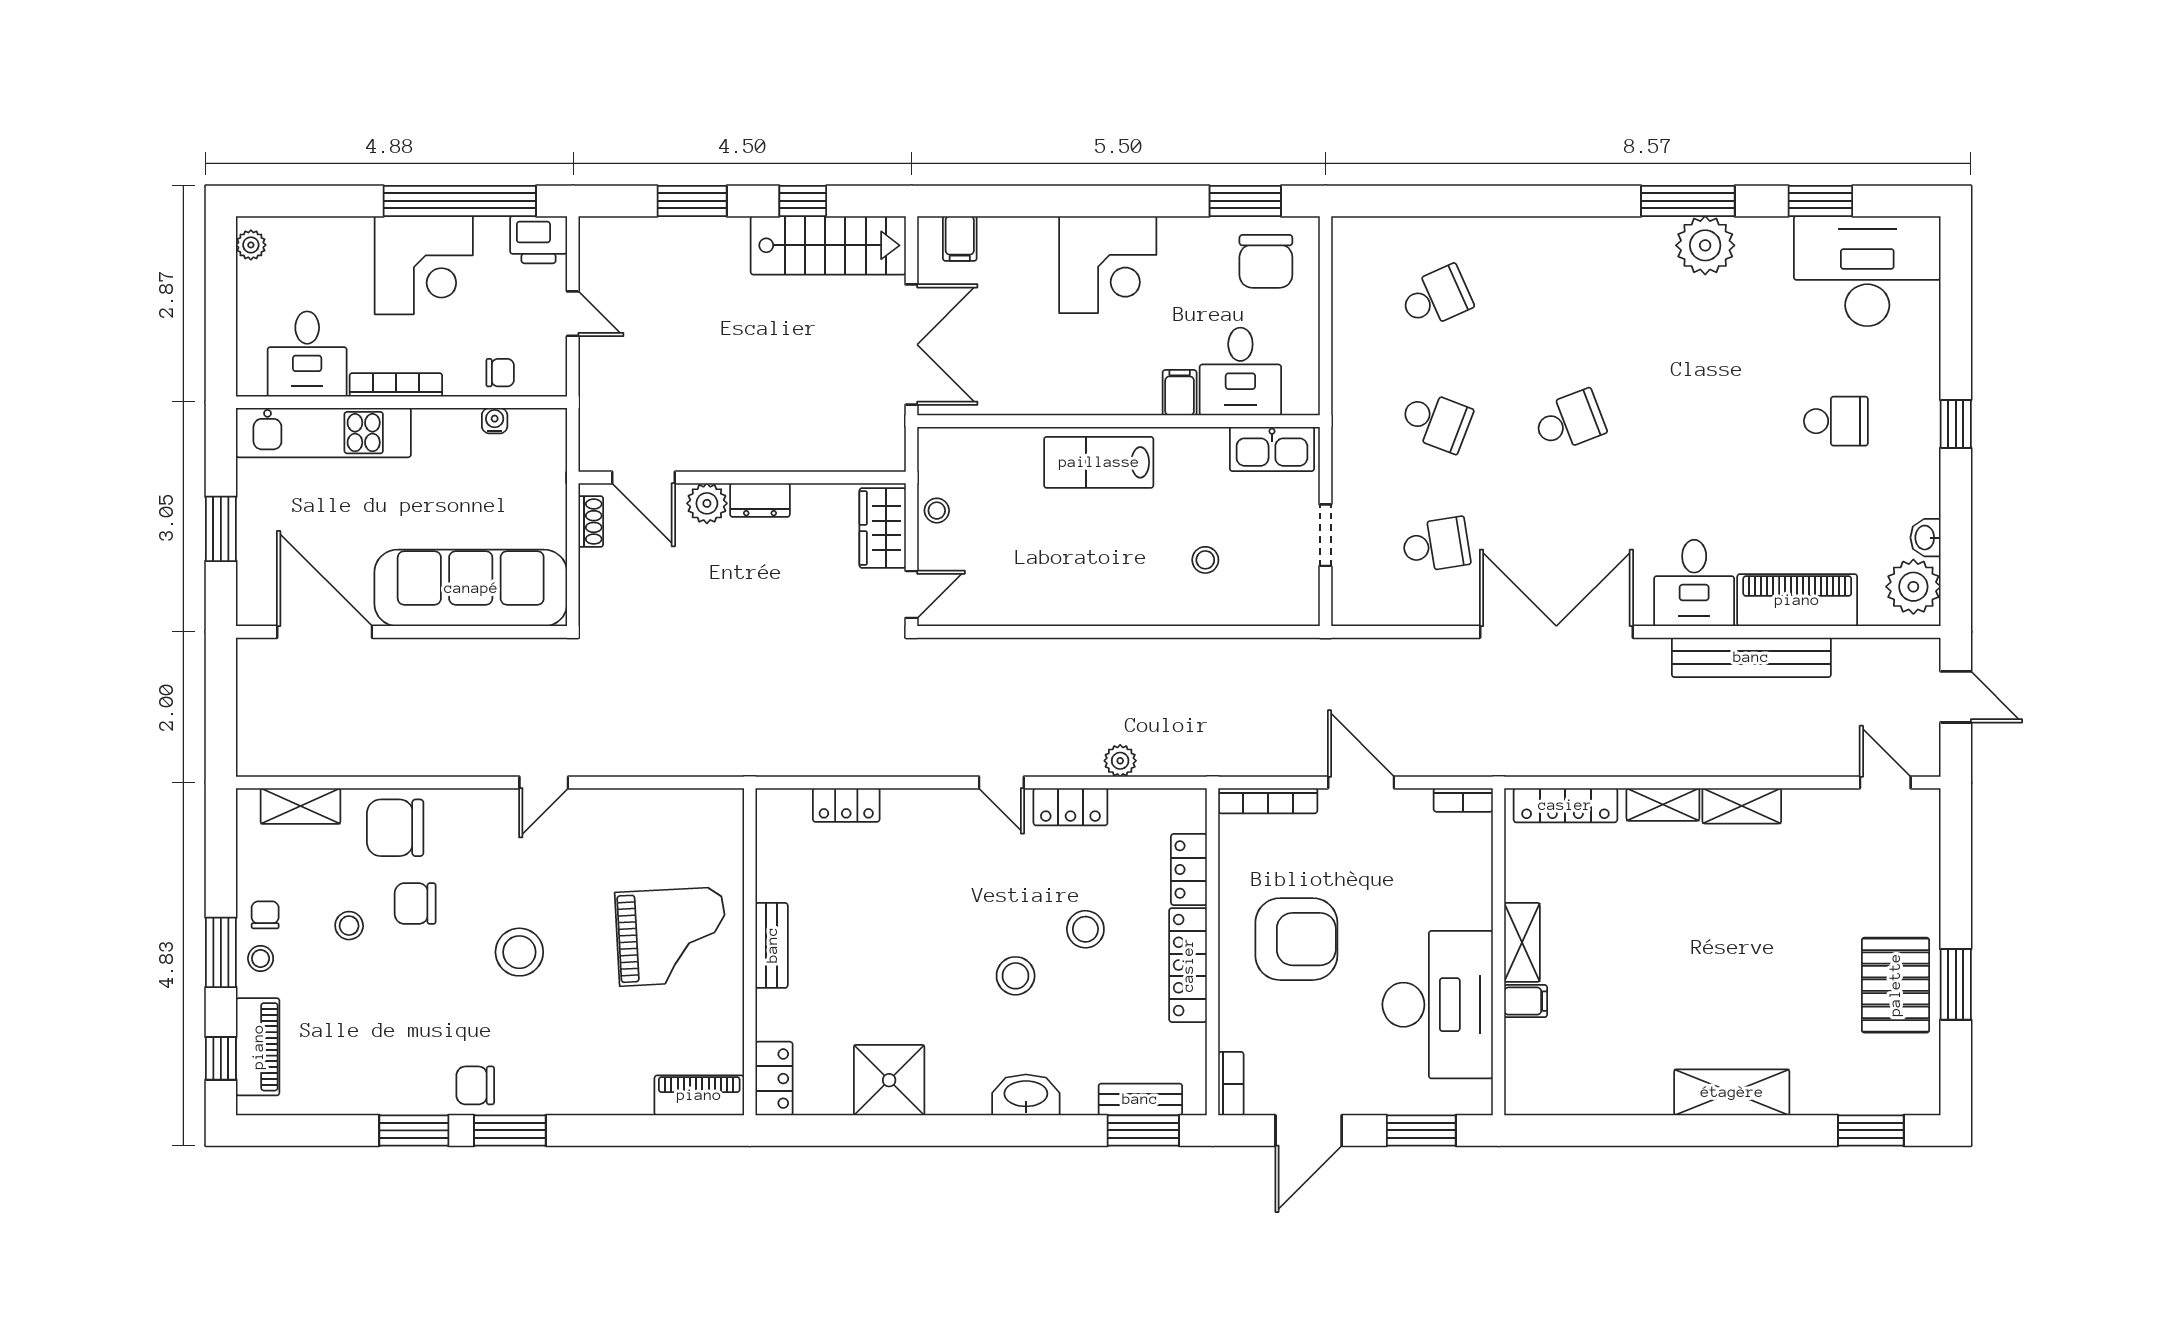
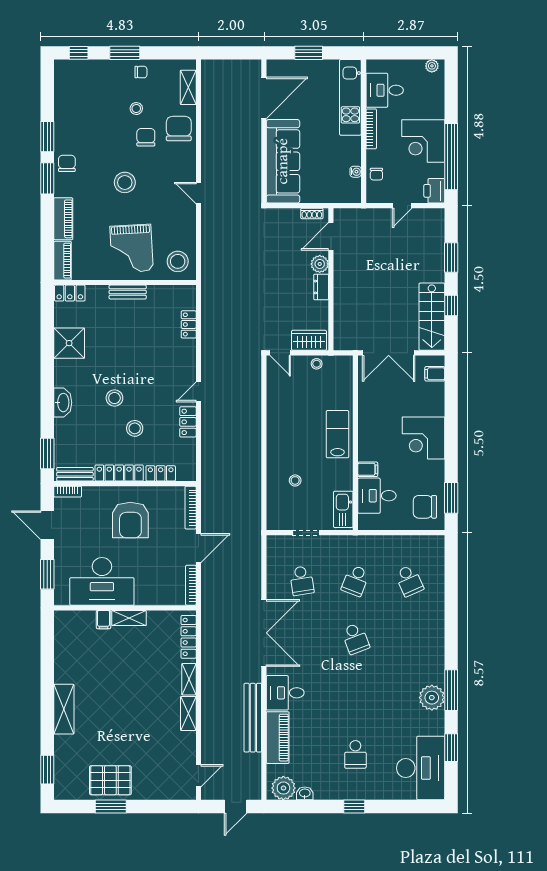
plant: (1120, 761) -> (208, 443), removed
bookcase: (1463, 800) -> (191, 585), width x1.56
stool: (261, 958) -> (178, 261), moved, width x1.89, depth x1.89
piano: (258, 1047) -> (63, 219), moved, turned -90
bench: (1140, 1099) -> (75, 474), moved, turned 90

